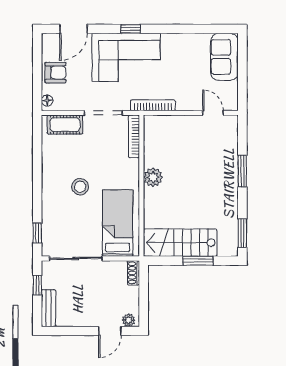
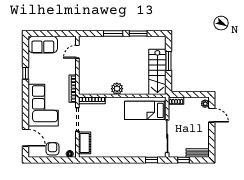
window: (131, 29) -> (26, 73), moved
stool: (80, 187) -> (123, 134), removed
window: (242, 233) -> (138, 34), moved

